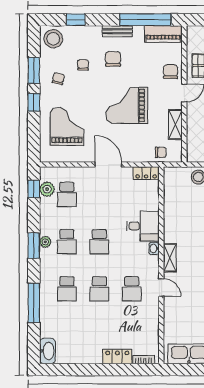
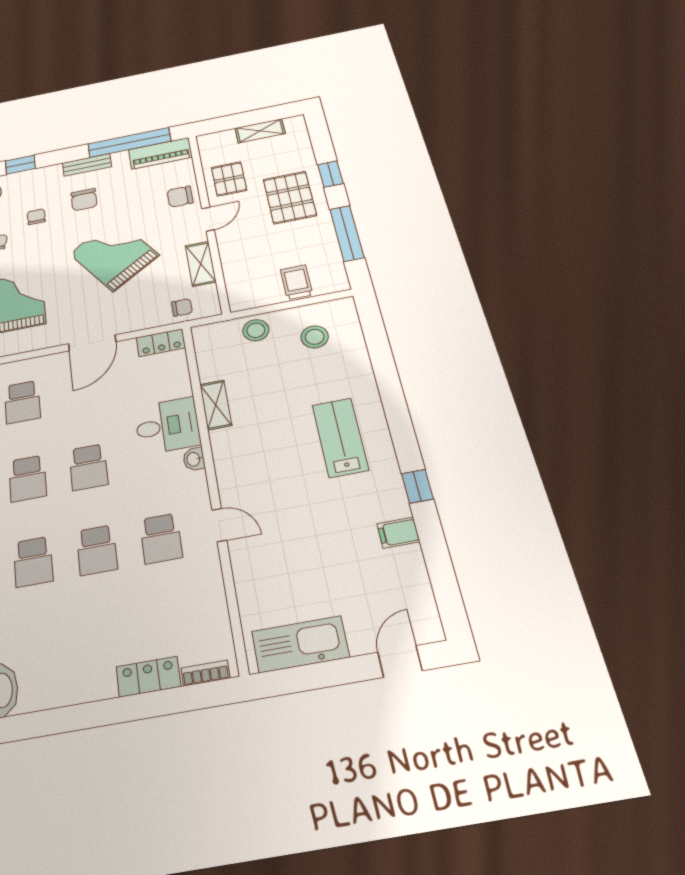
chair: (113, 59) -> (84, 200), turned 180
chair: (171, 72) -> (180, 197), turned -90
grand piano: (127, 105) -> (114, 254), turned 56
door: (108, 164) -> (92, 343), swing flipped
shelving: (170, 258) -> (216, 405), moved

